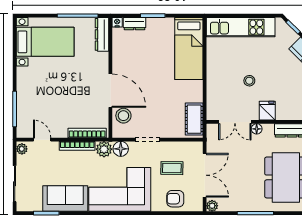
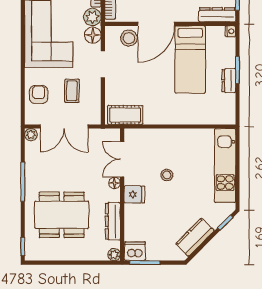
dresser: (134, 24) -> (229, 81), moved
bed: (189, 49) -> (190, 60), moved, turned -90

